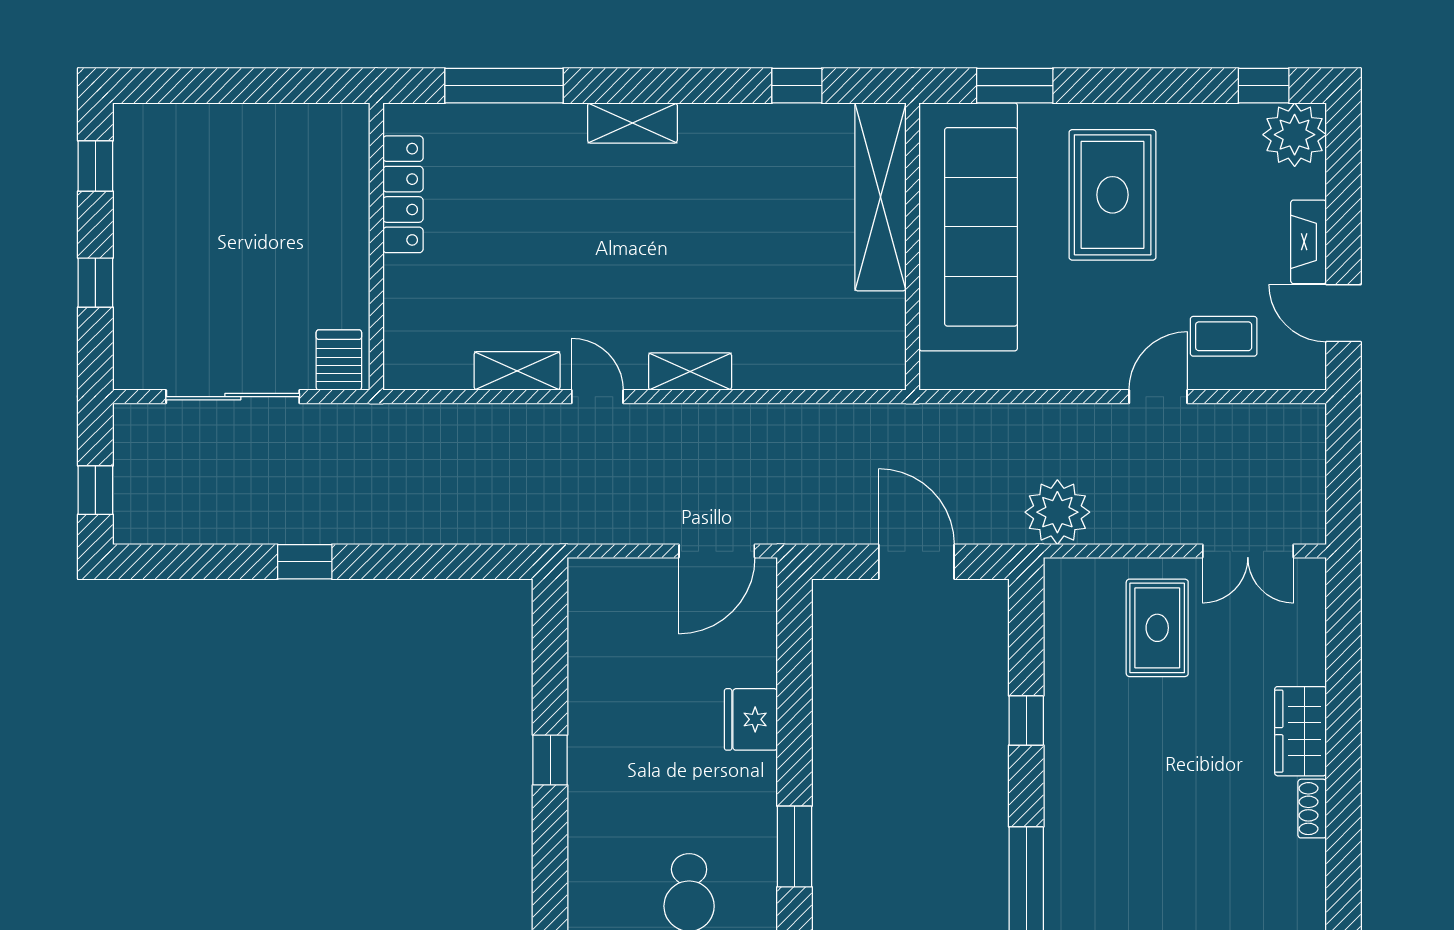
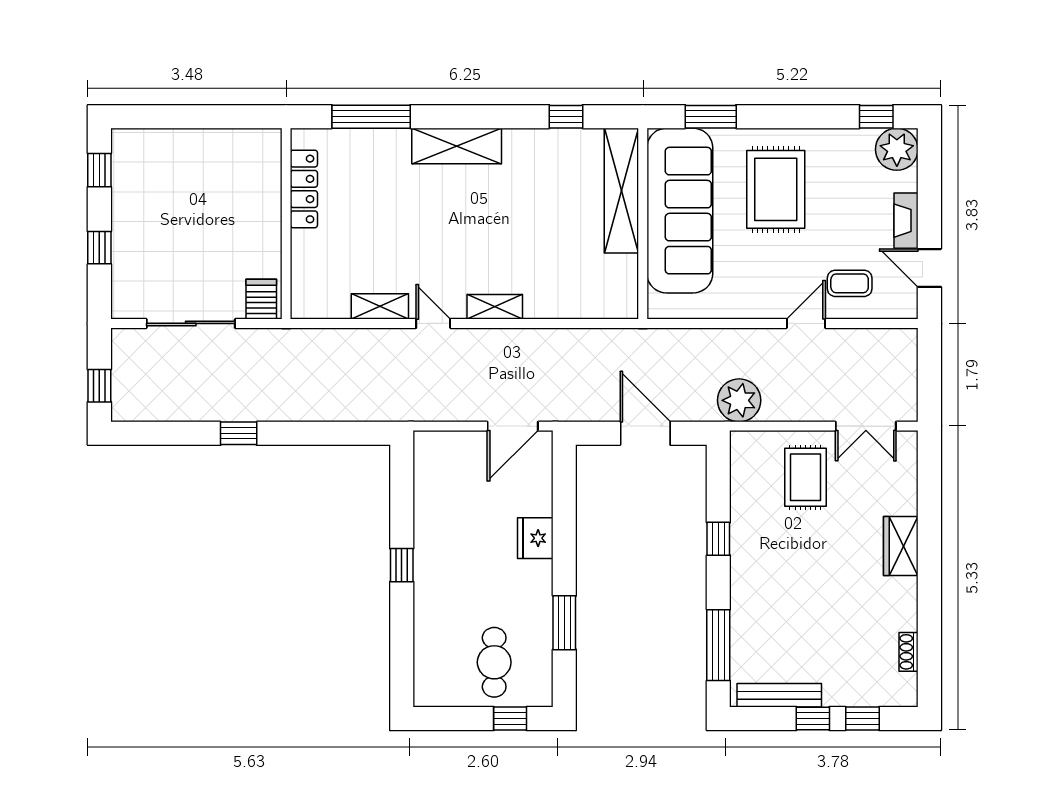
shelving: (632, 123) -> (457, 146), width x1.50, depth x1.33
shoe rack: (1312, 809) -> (908, 652), moved

